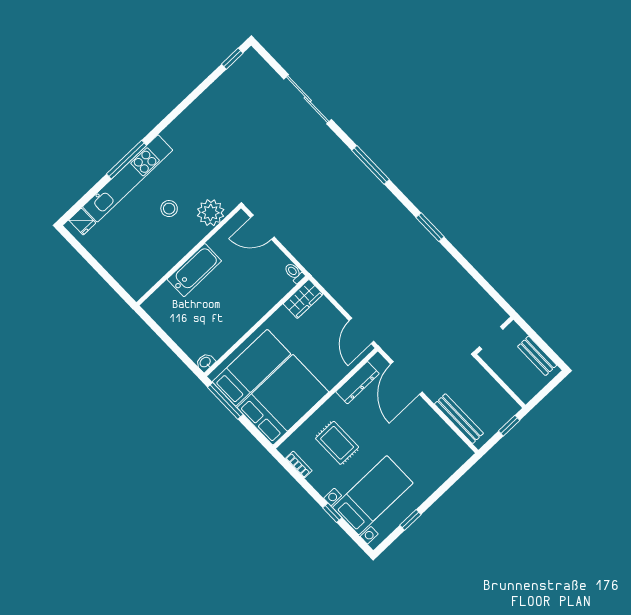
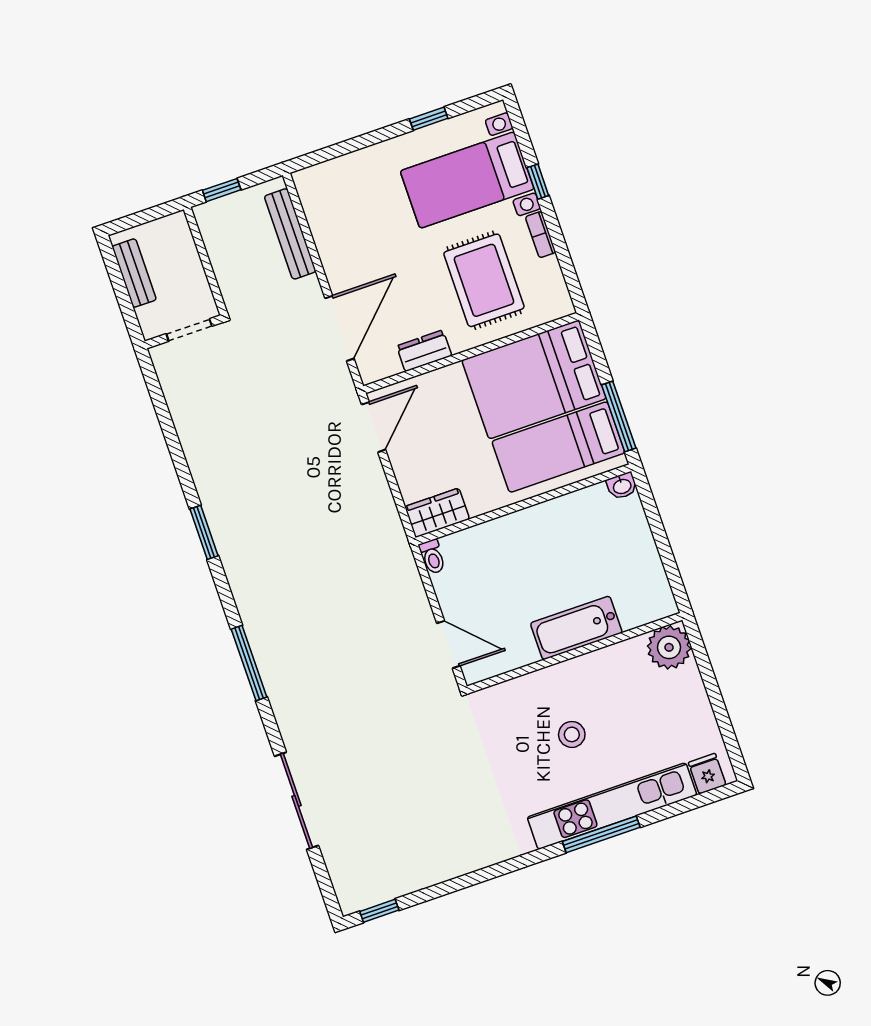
plant: (211, 213) -> (669, 647), moved
dresser: (357, 383) -> (424, 351), width x0.70
rug: (337, 443) -> (484, 280), width x1.36, depth x1.43
bookcase: (299, 464) -> (541, 235), moved

